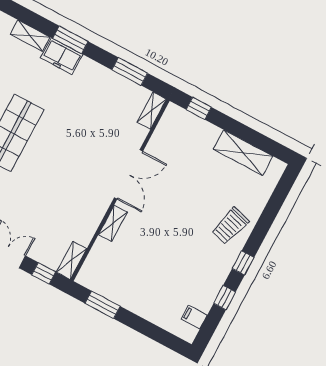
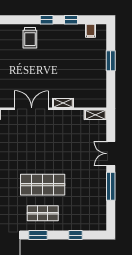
trolley: (230, 226) -> (30, 38), turned 74
window: (44, 273) -> (111, 126), removed
window: (103, 305) -> (111, 61), moved

